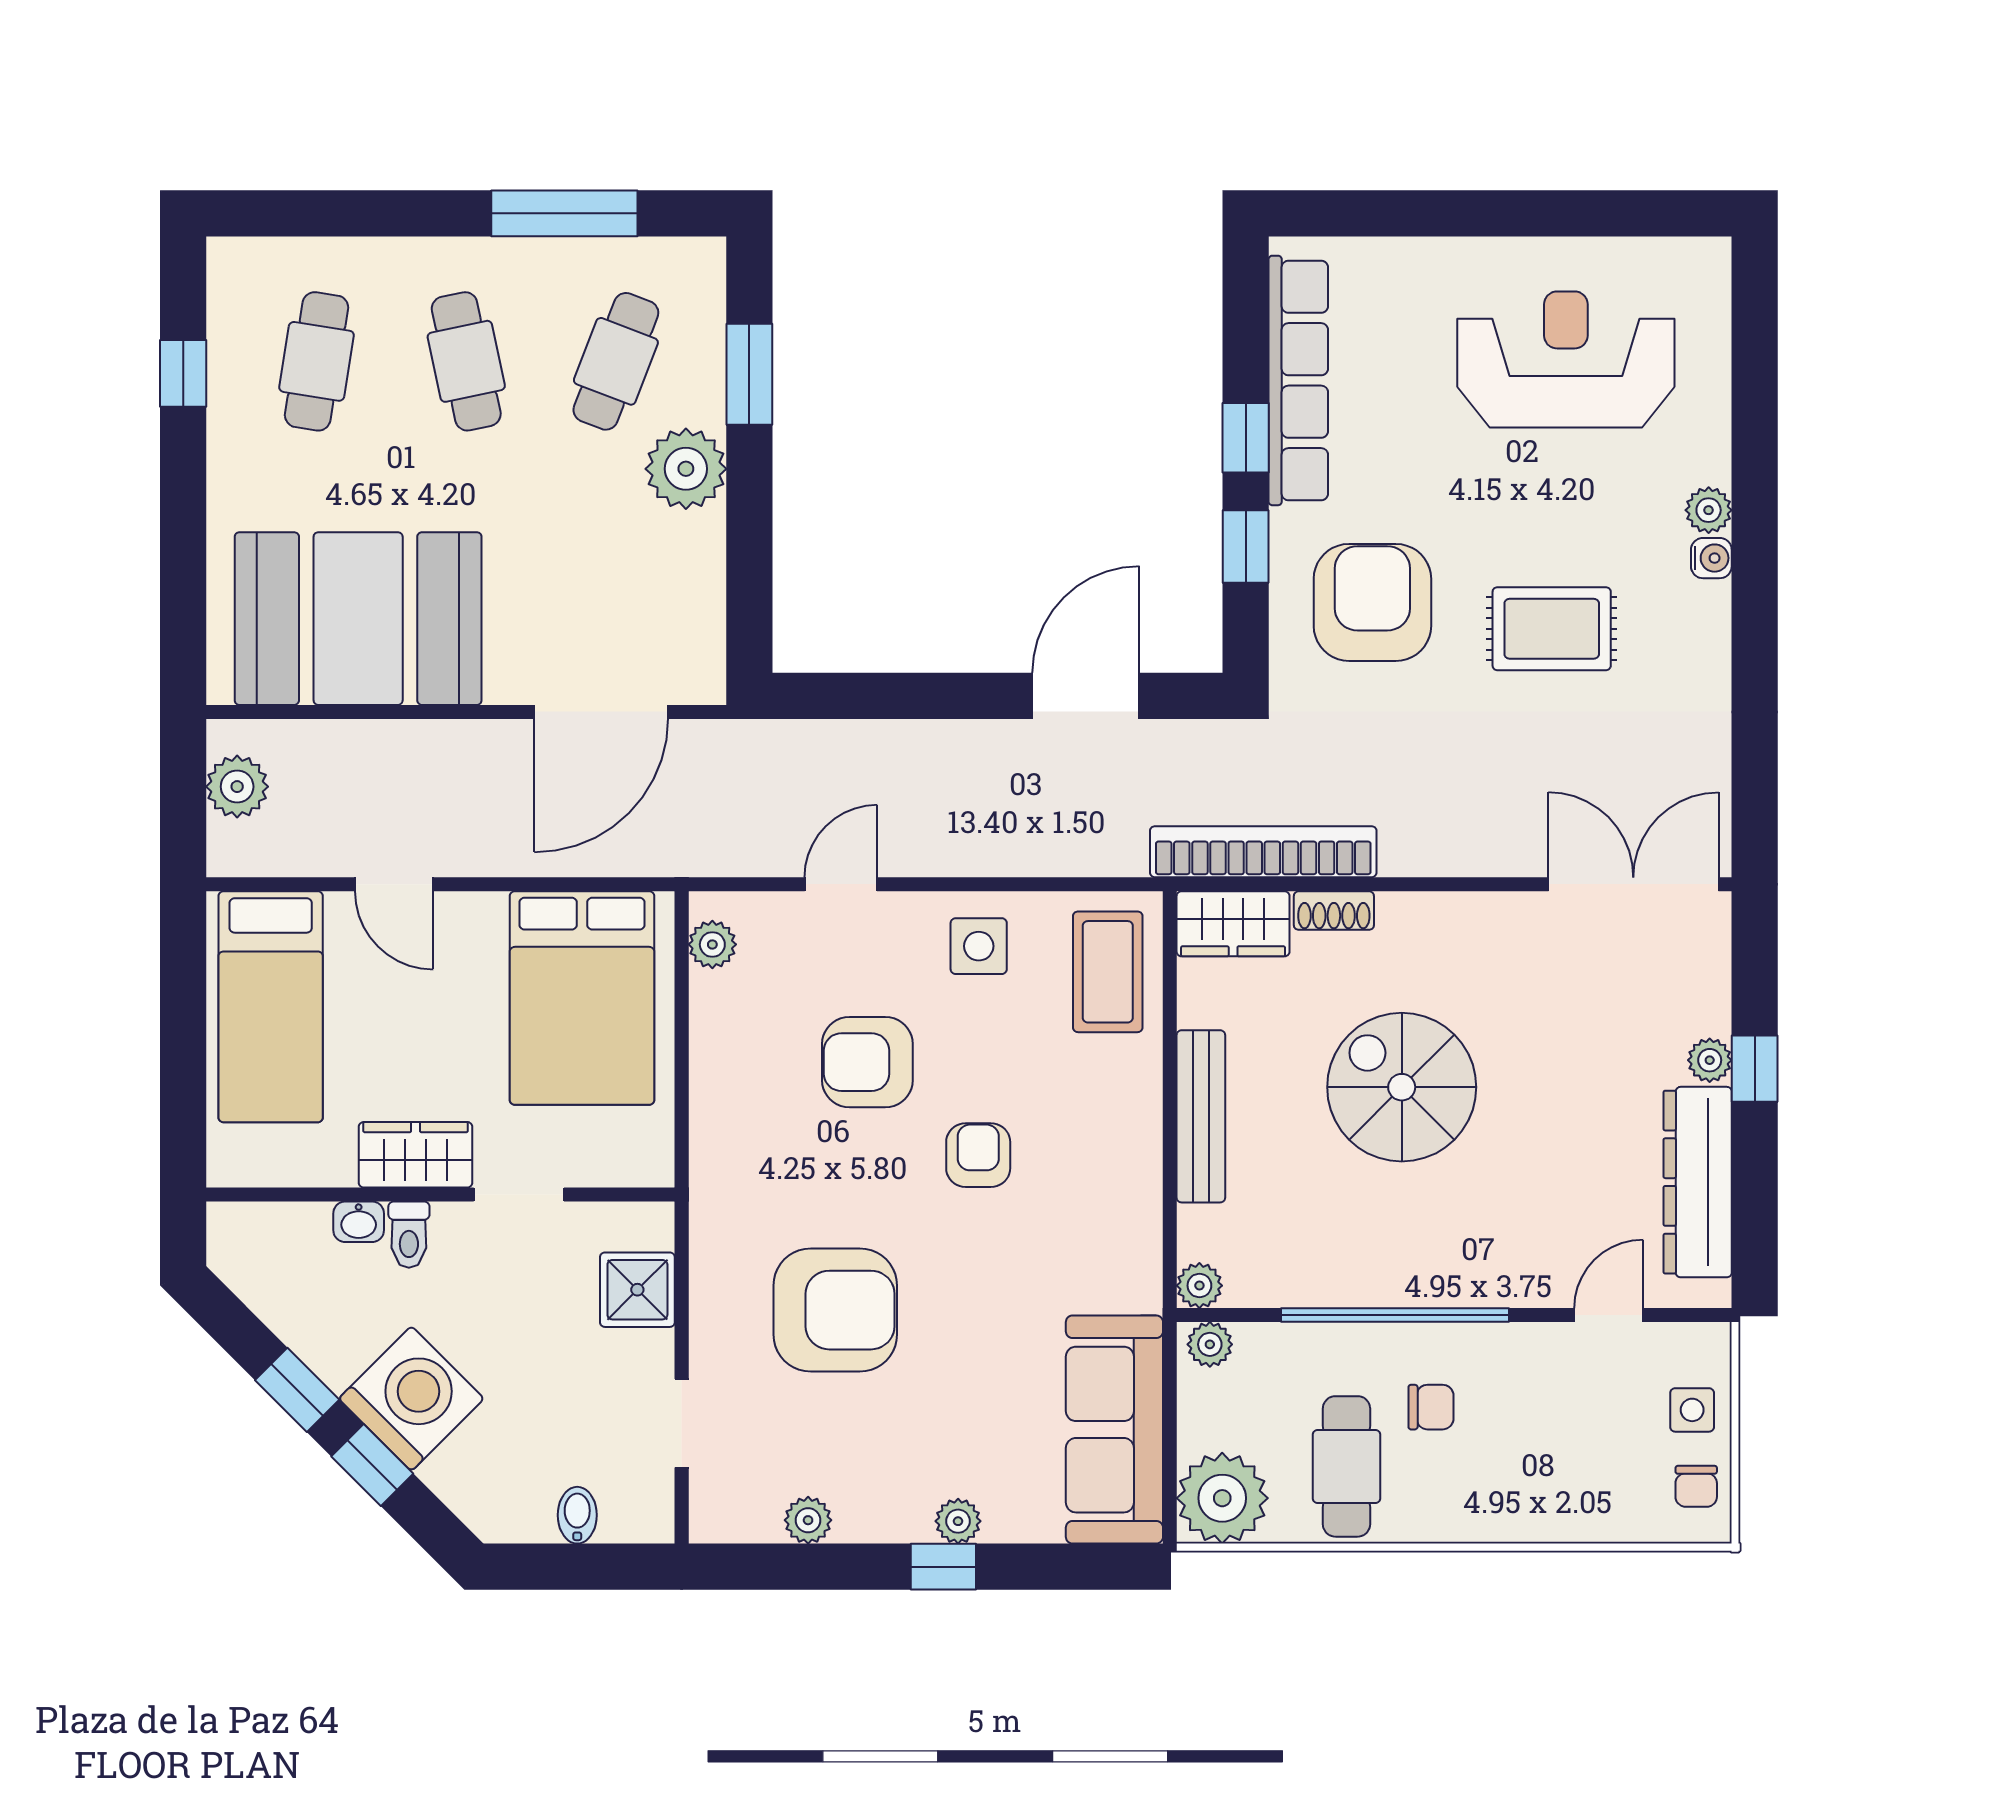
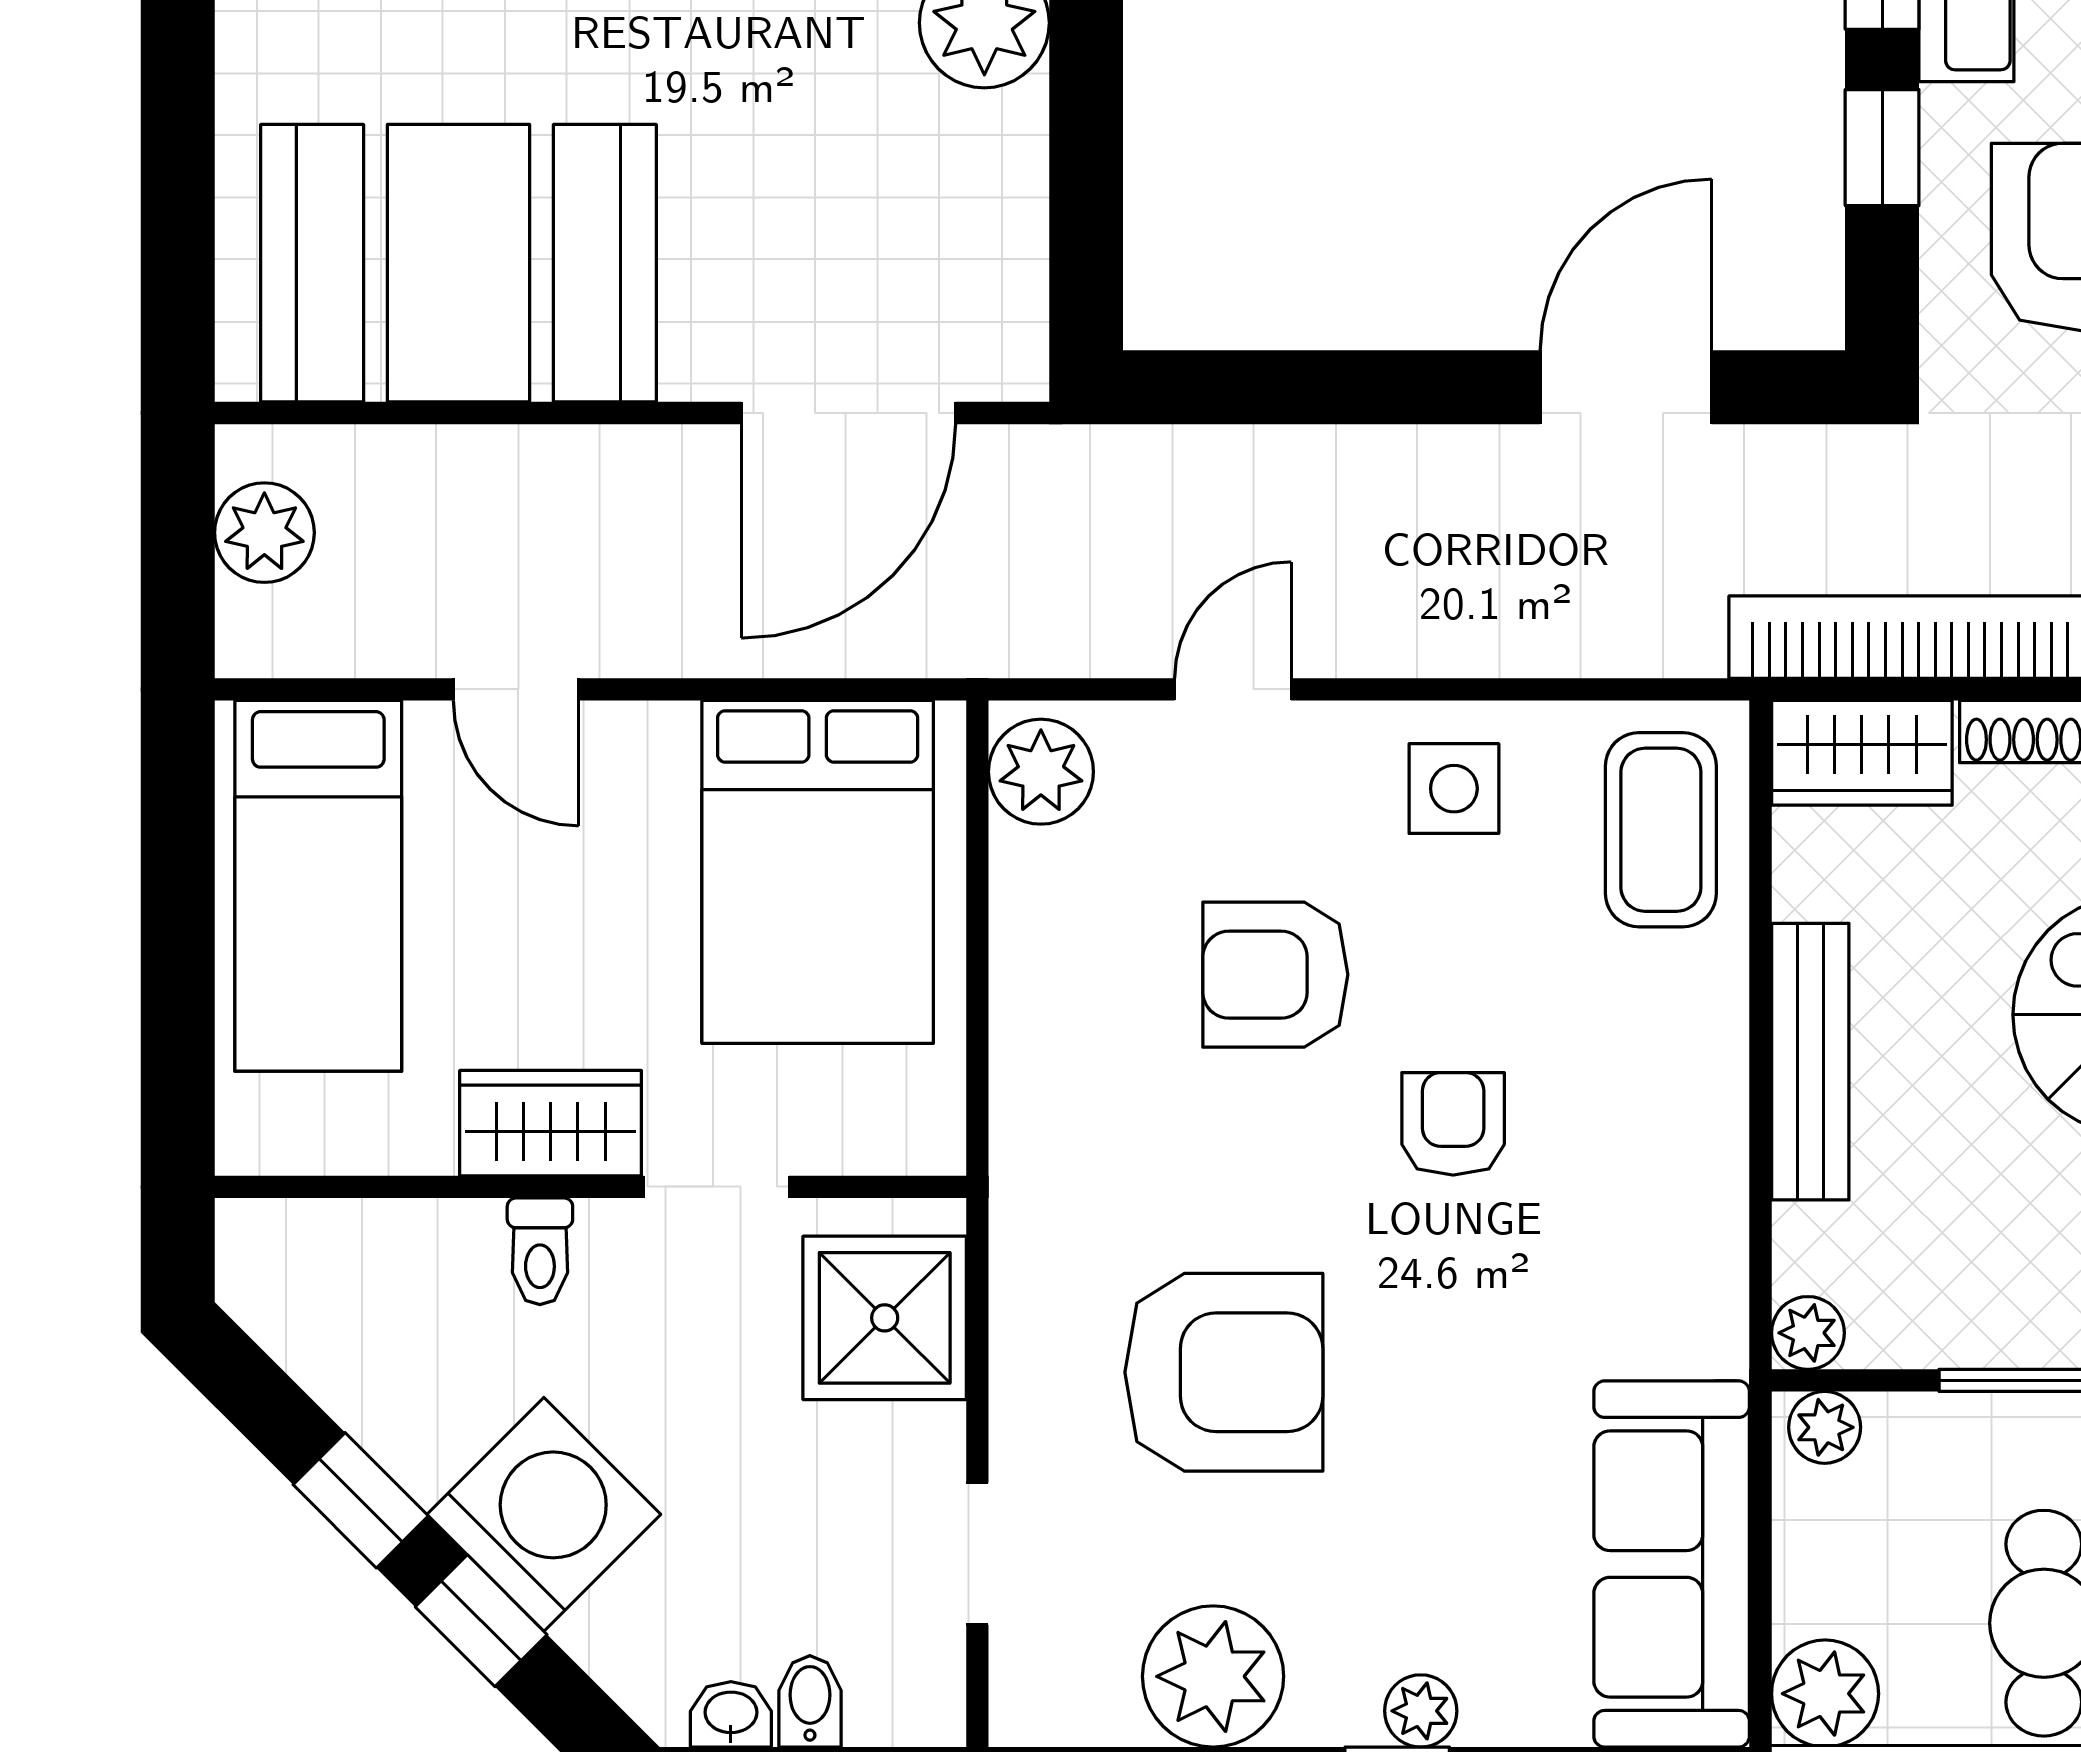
plant: (712, 944) -> (1041, 772), width x1.38, depth x1.38
washbasin: (359, 1222) -> (731, 1714), moved, turned 180
shower: (637, 1290) -> (885, 1318), width x1.36, depth x1.36
plant: (1222, 1498) -> (1825, 1694), width x0.73, depth x0.73
plant: (808, 1520) -> (1213, 1676), width x1.88, depth x1.88

